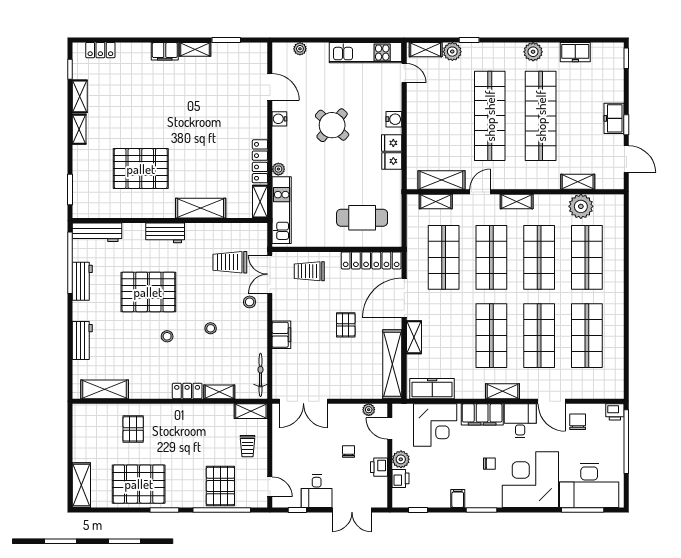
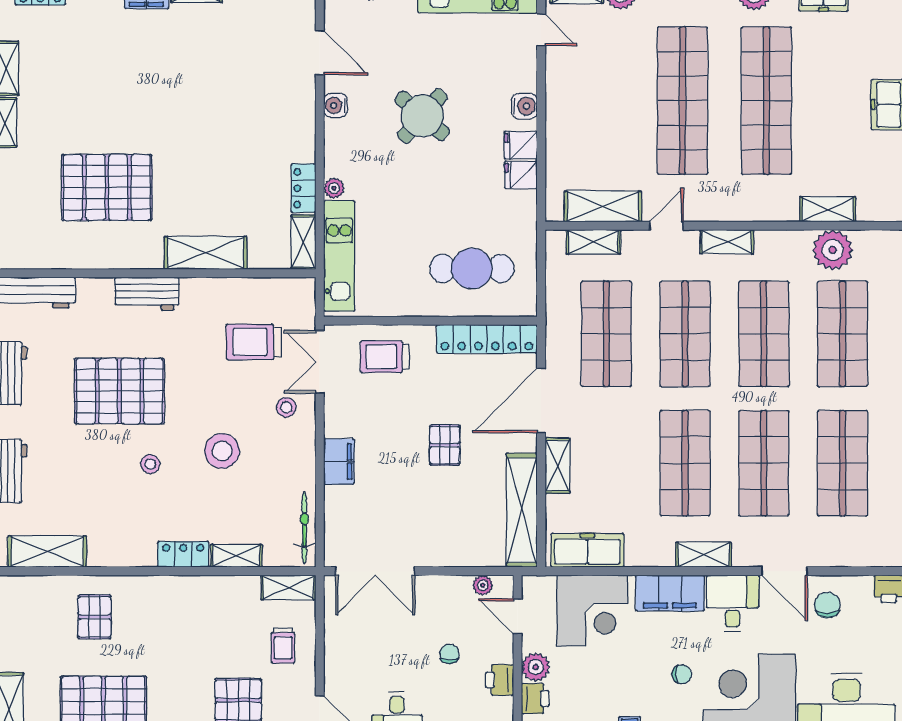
locker: (260, 161) -> (303, 188), width x0.66
stool: (211, 328) -> (222, 451), width x1.89, depth x1.89

